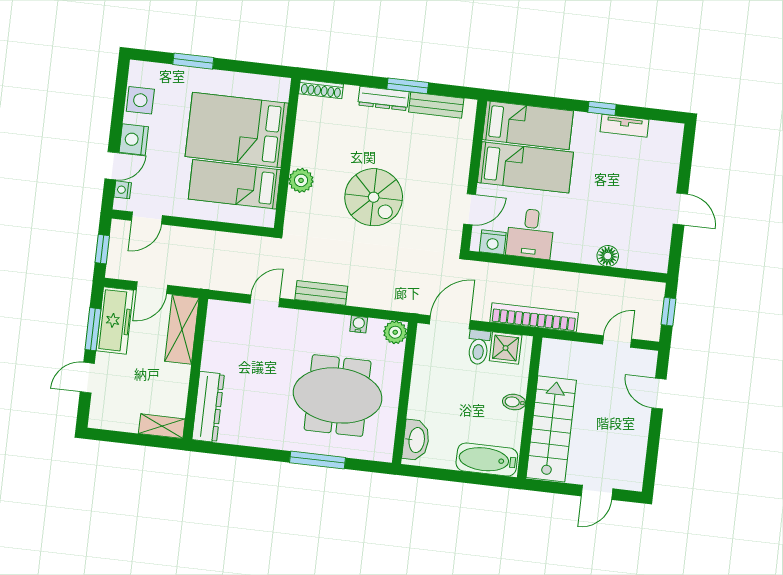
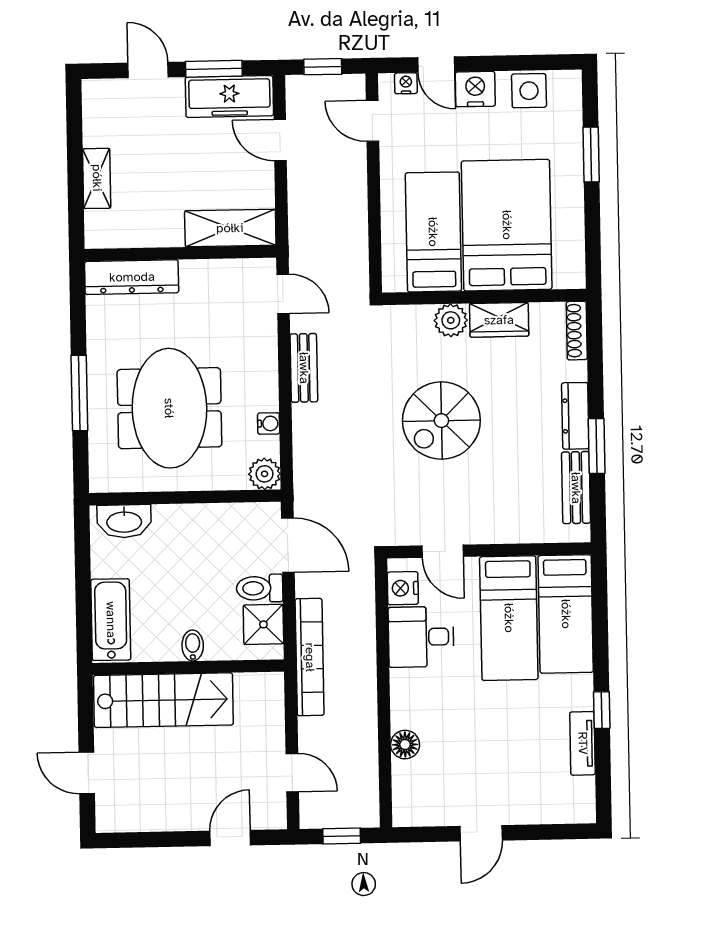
wardrobe: (305, 145) -> (499, 320), added
shelving: (182, 330) -> (230, 228), moved
wall: (195, 369) -> (180, 253), moved
dresser: (208, 407) -> (132, 277), moved

